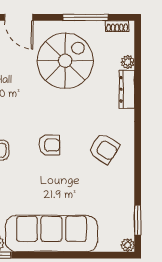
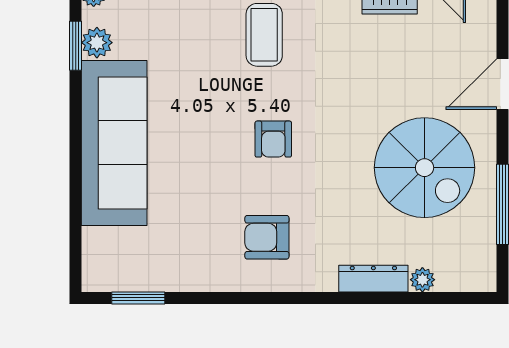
shoe rack: (117, 26) -> (487, 261), removed
armchair: (104, 149) -> (267, 237), turned 57
plant: (128, 245) -> (93, 280), removed

